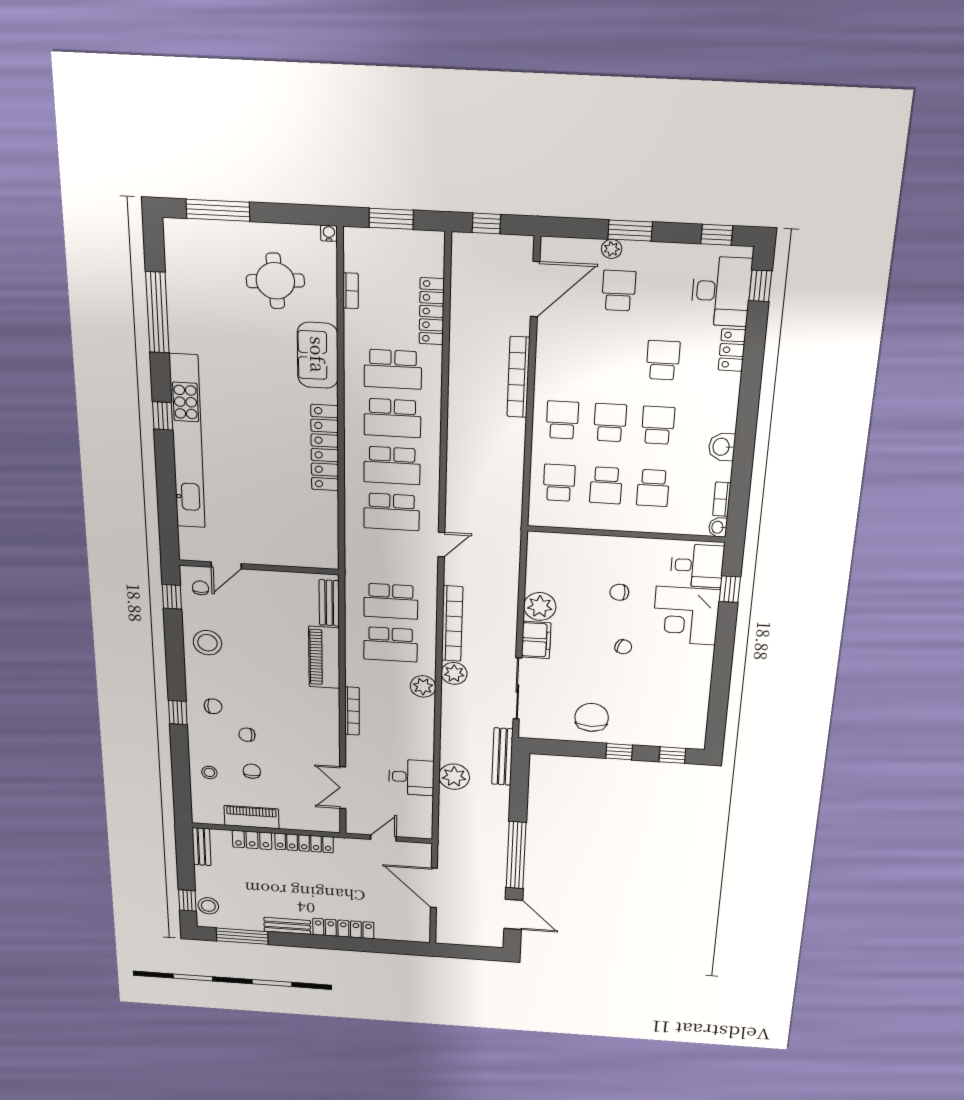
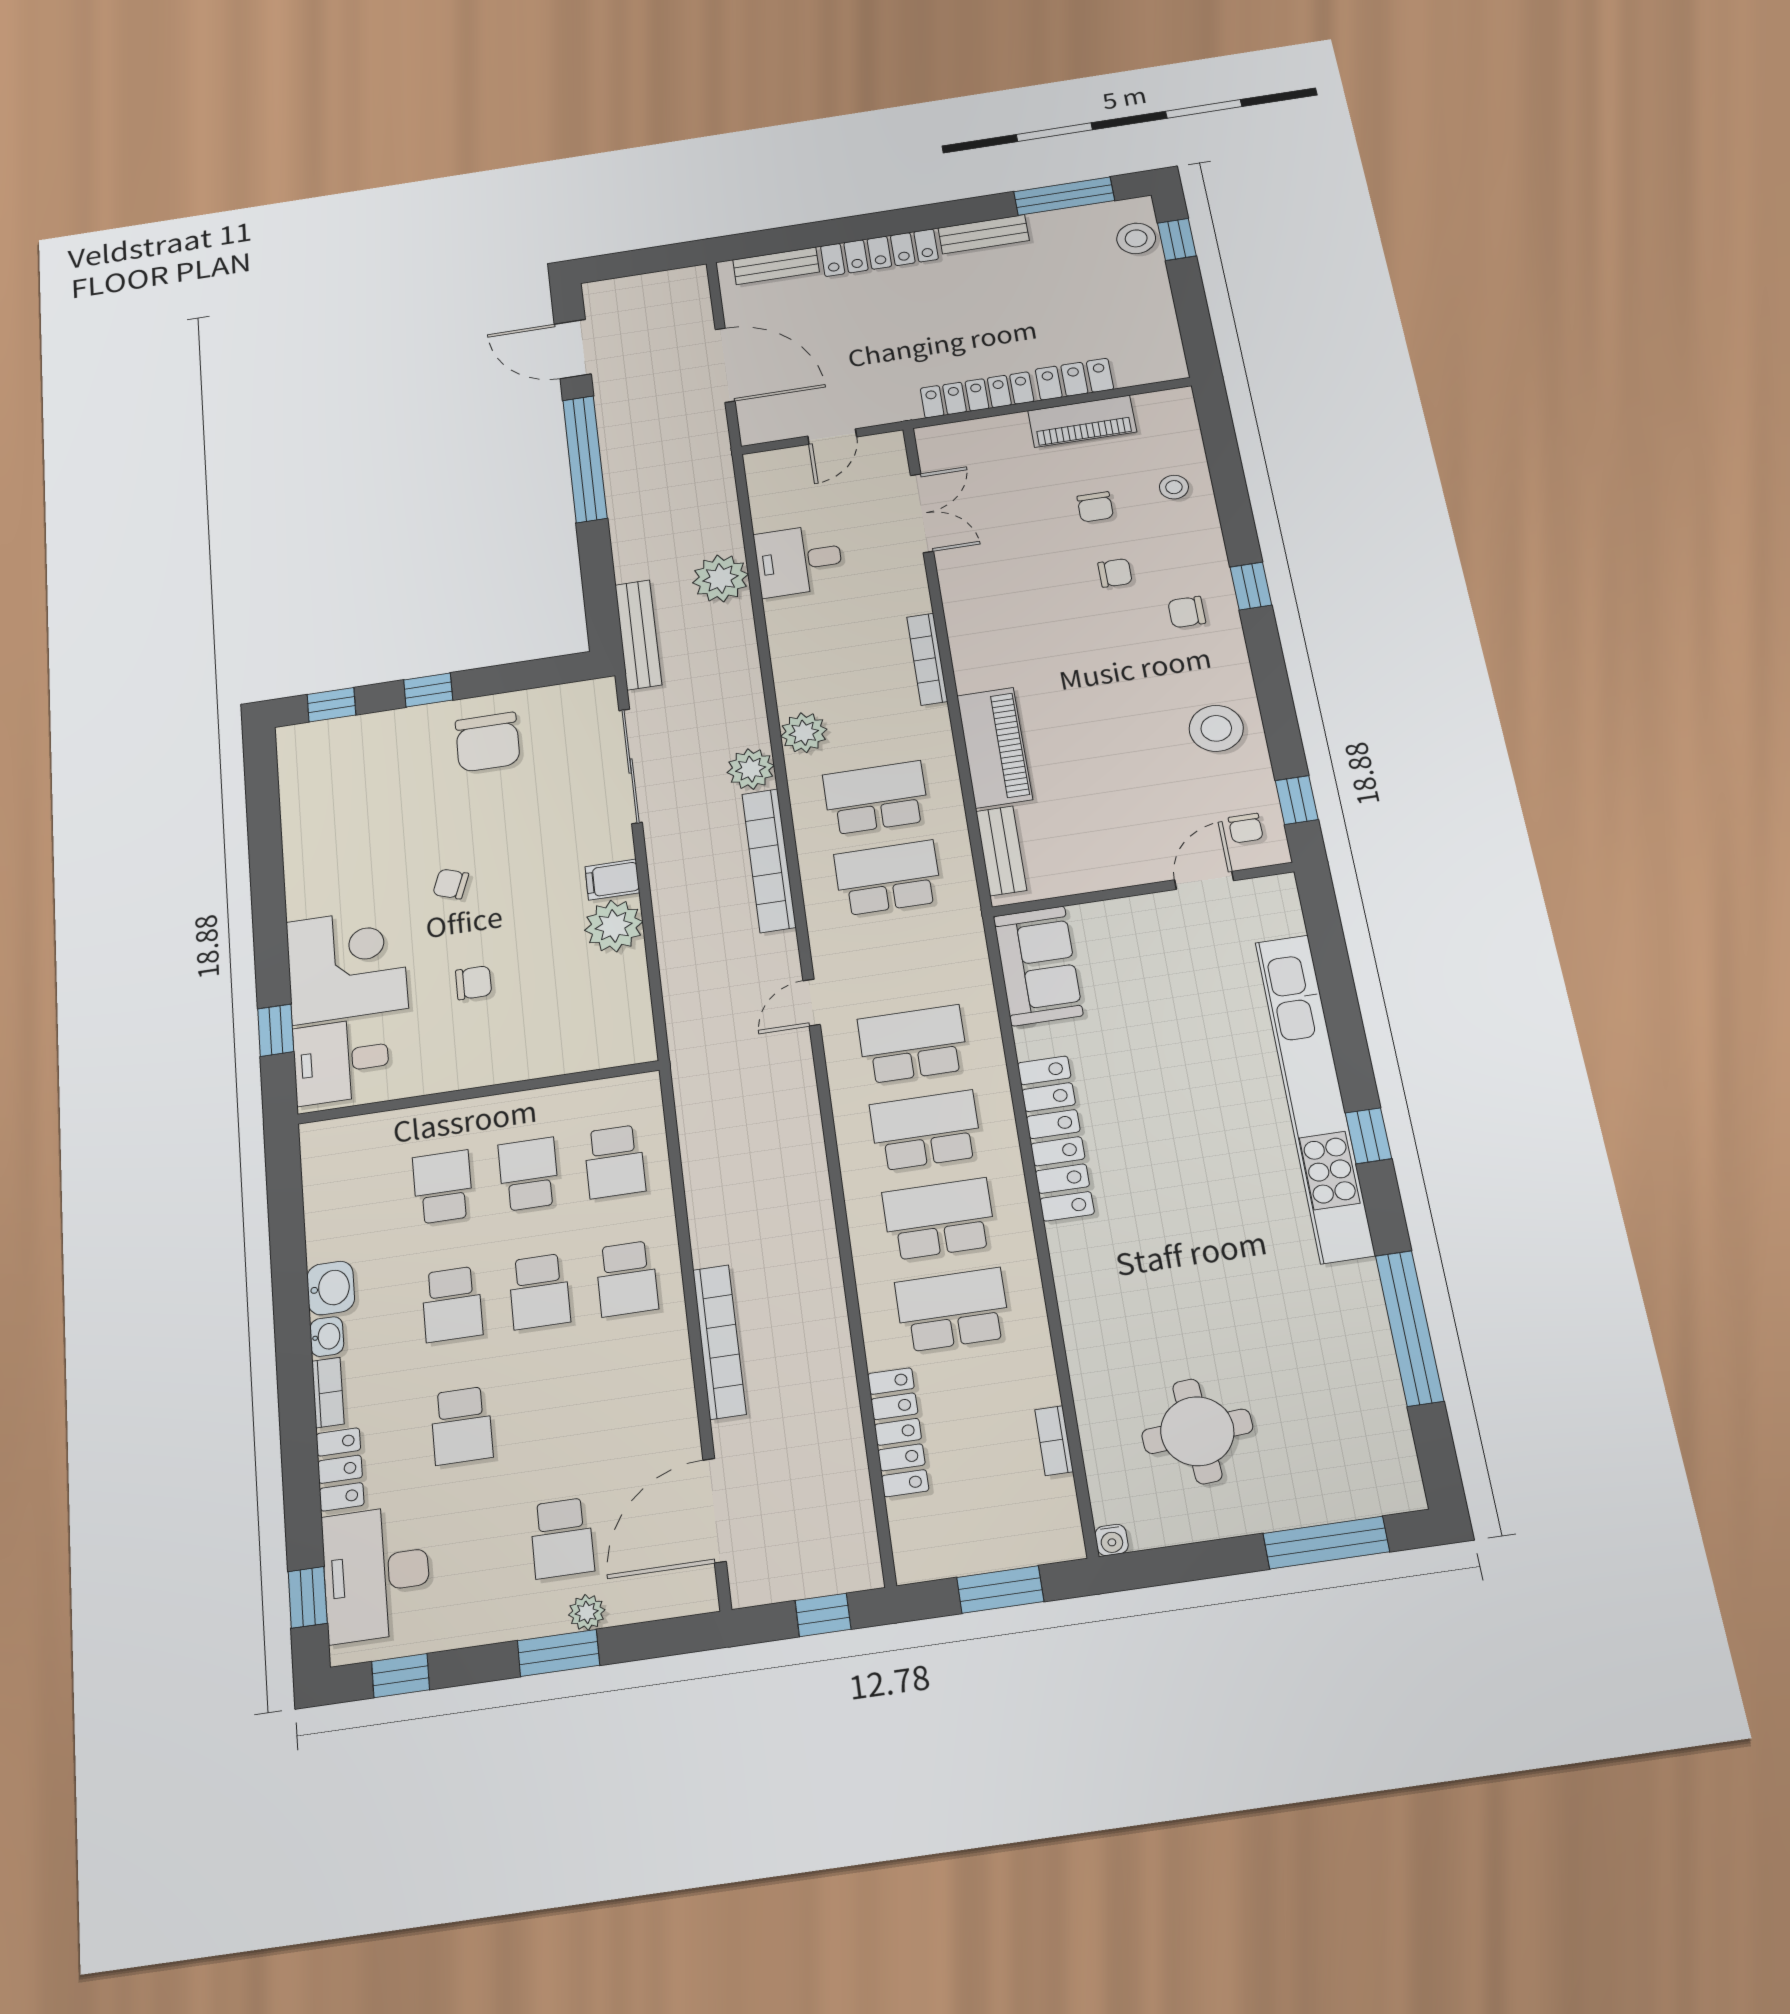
sofa: (318, 355) -> (1038, 966), moved
bookcase: (722, 499) -> (328, 1392), moved
washbasin: (718, 527) -> (327, 1337), moved
filing cabinet: (536, 640) -> (612, 880), width x0.50
bench: (201, 847) -> (776, 266), moved, turned 90

